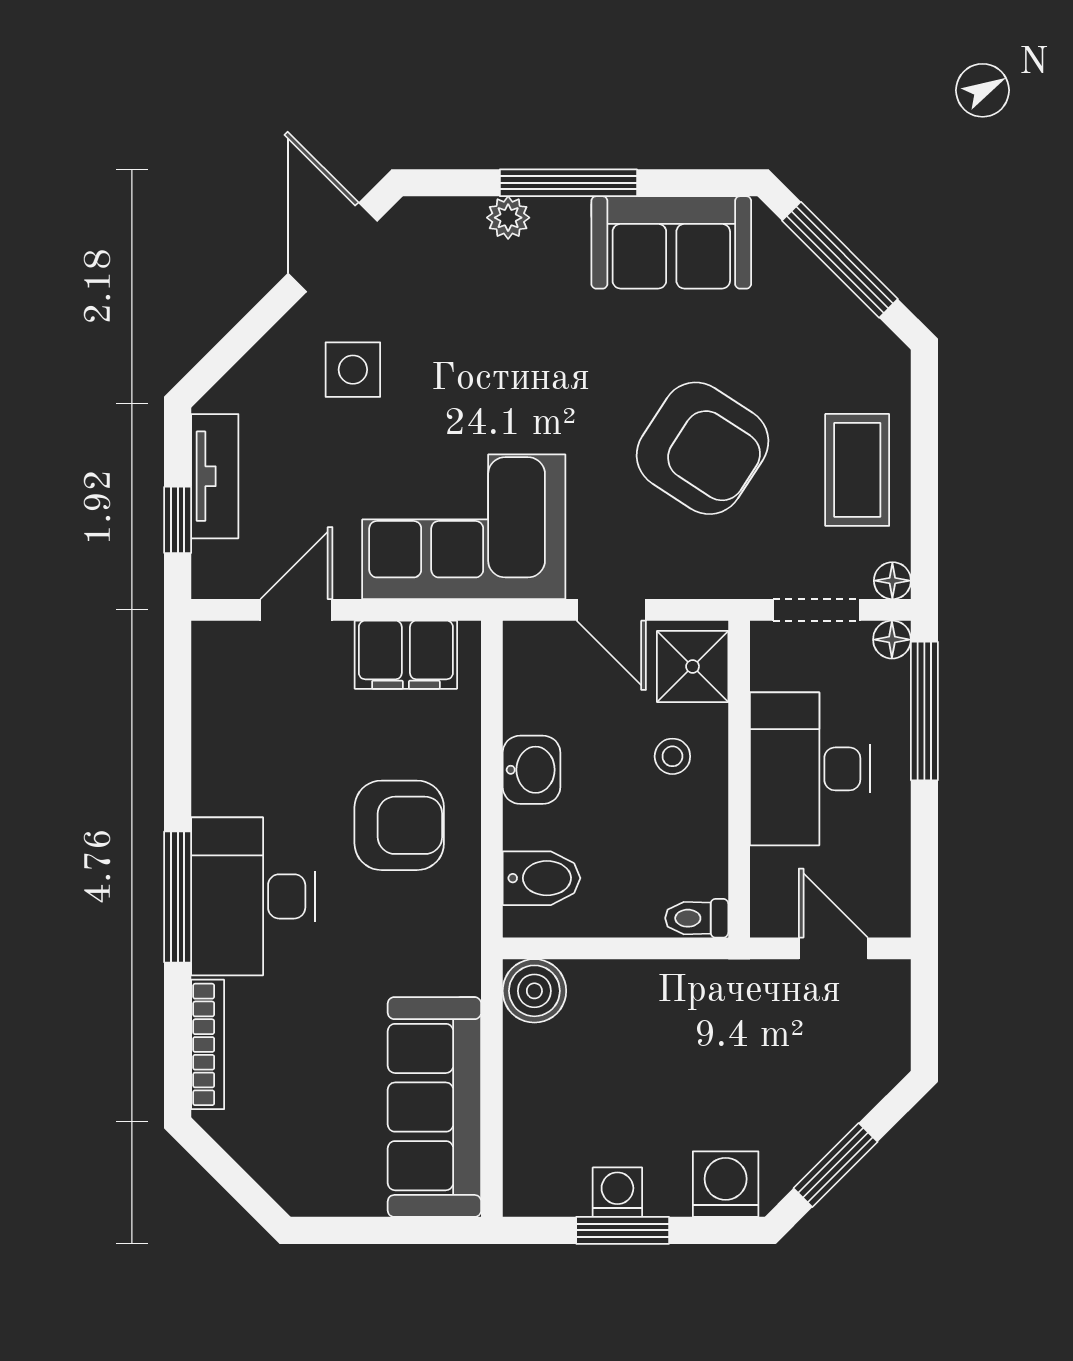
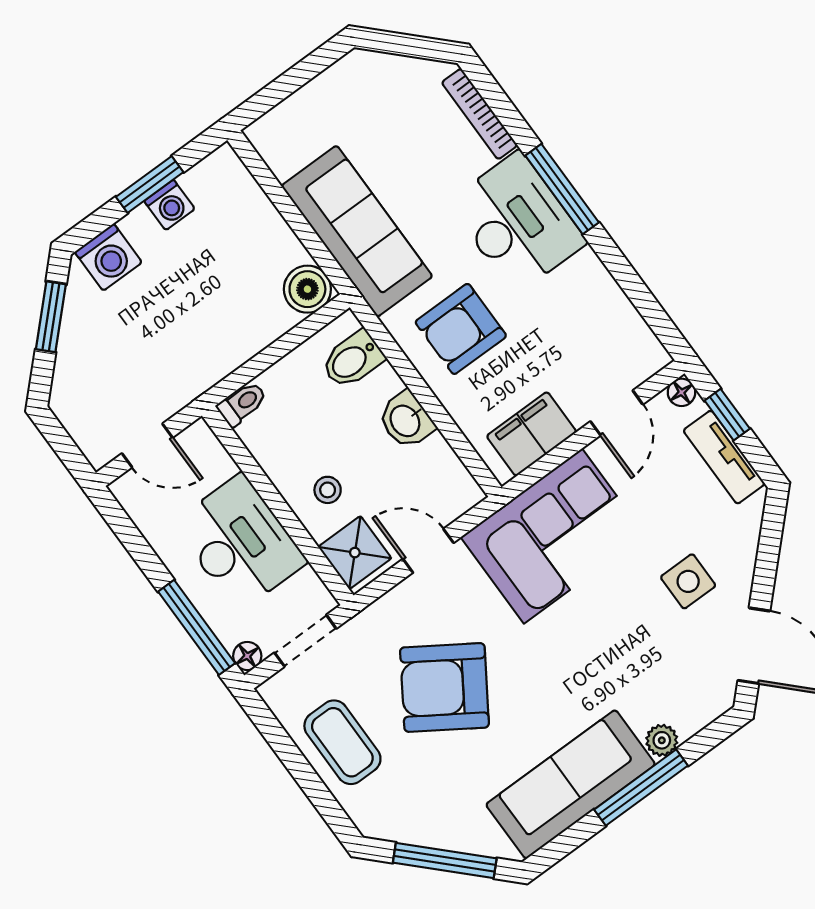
sofa: (671, 242) -> (571, 784), width x1.36
floor lamp: (892, 581) -> (681, 392), moved
sofa: (434, 1107) -> (357, 231), moved

